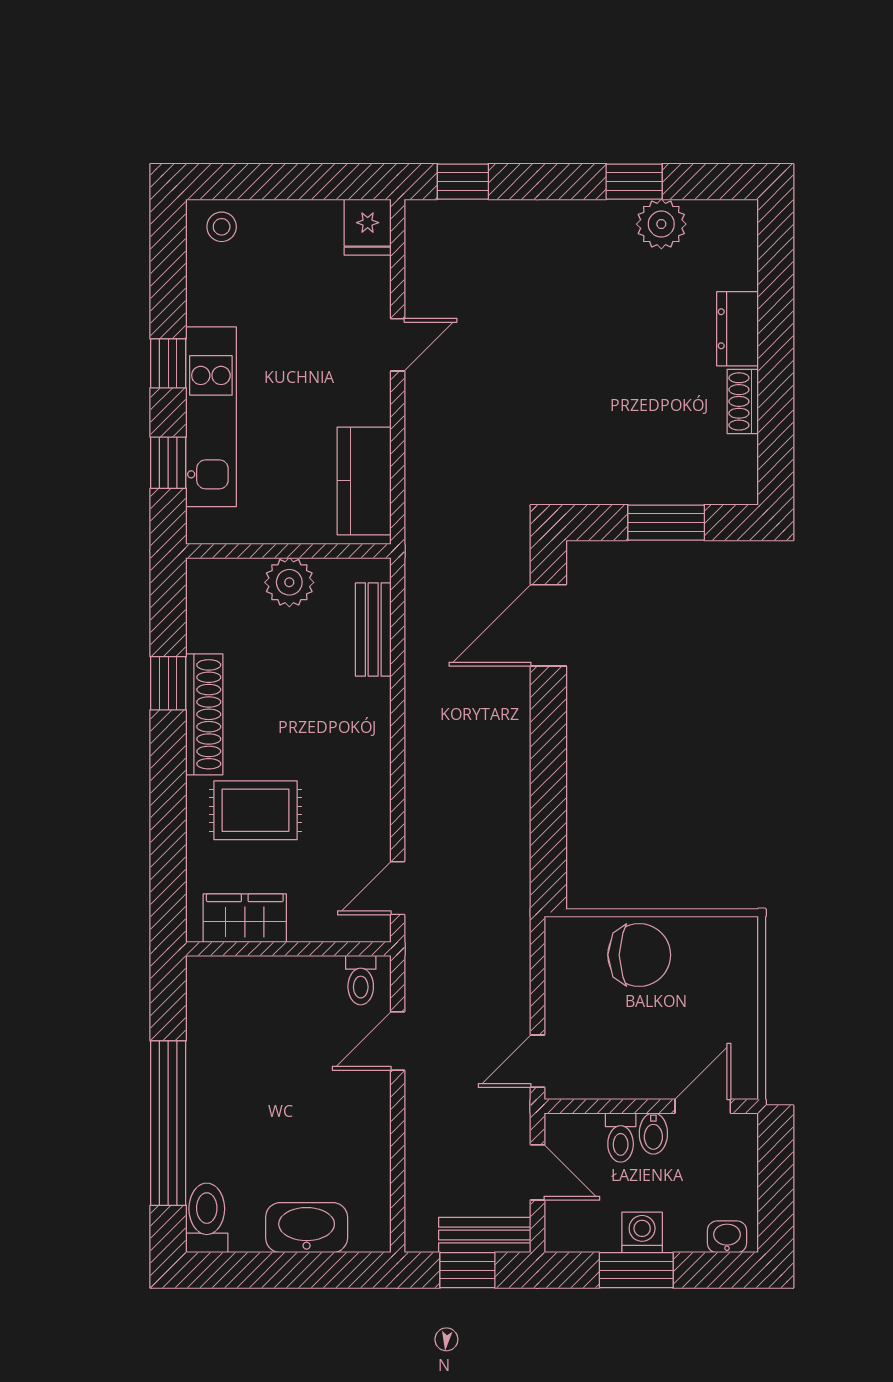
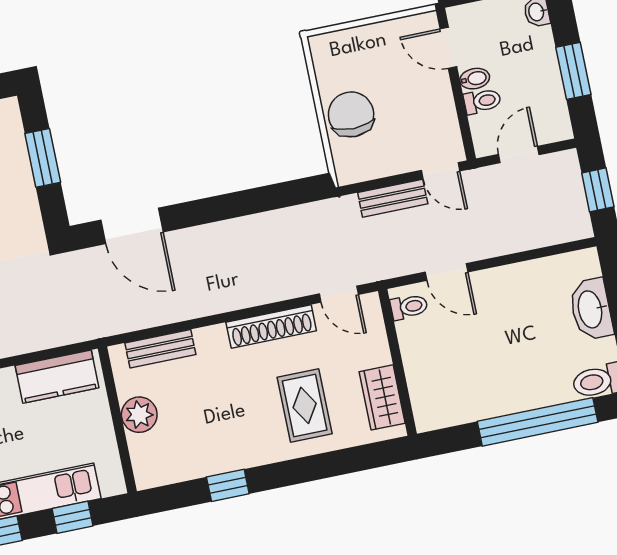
shoe rack: (204, 714) -> (271, 327), moved, turned 180
washing machine: (642, 1232) -> (546, 72), removed
bench: (485, 1235) -> (393, 198), moved, turned 90

